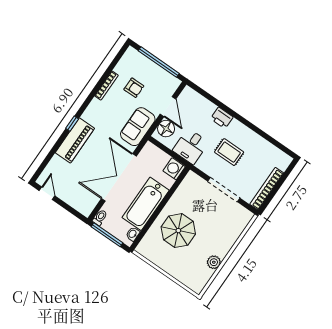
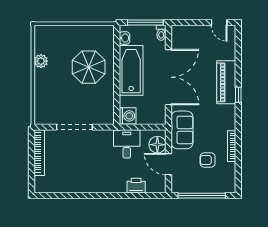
printer: (222, 118) -> (136, 186), moved
rug: (229, 152) -> (92, 161), removed

